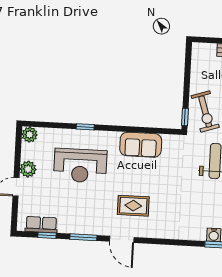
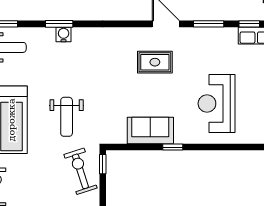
window: (85, 127) -> (173, 147), moved
reception desk: (80, 166) -> (216, 104), turned -90

